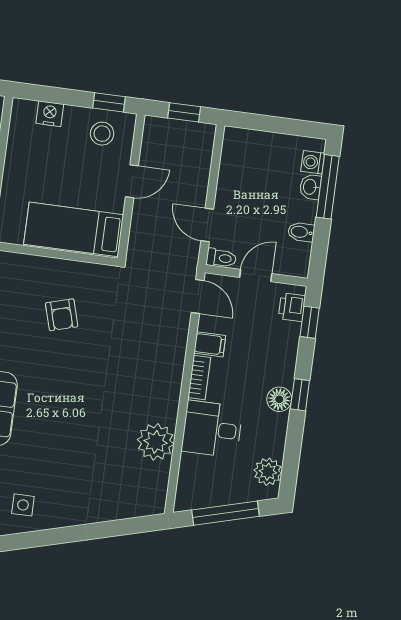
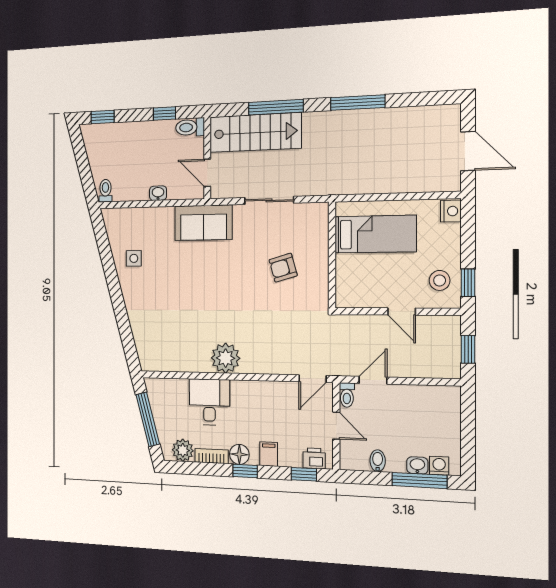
nightstand: (50, 114) -> (451, 211), moved
bed: (74, 229) -> (375, 234), moved, turned 90
filing cabinet: (210, 344) -> (269, 454), moved, turned 180
bookcase: (199, 378) -> (211, 456), moved, turned 180
plant: (156, 442) -> (226, 358), moved

